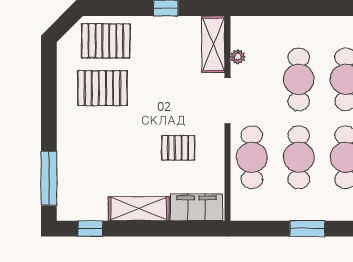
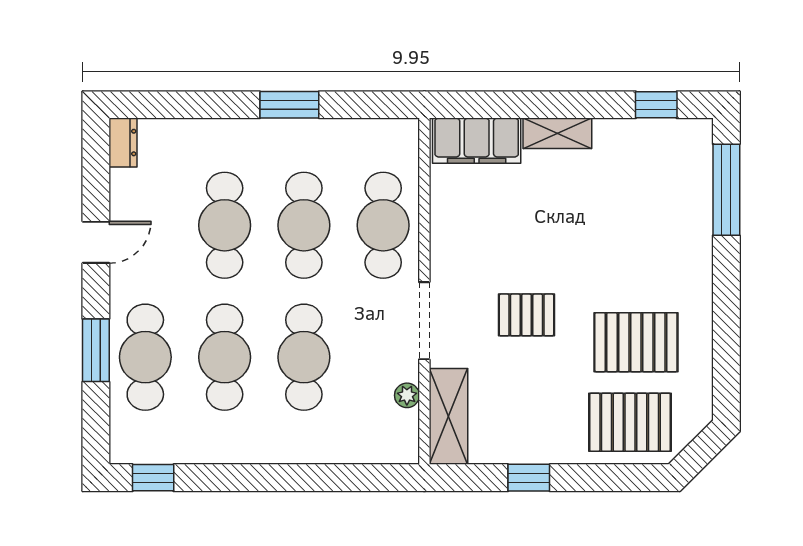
pallet: (178, 148) -> (526, 315), moved
shelving: (139, 209) -> (557, 133), width x0.67, depth x0.75

